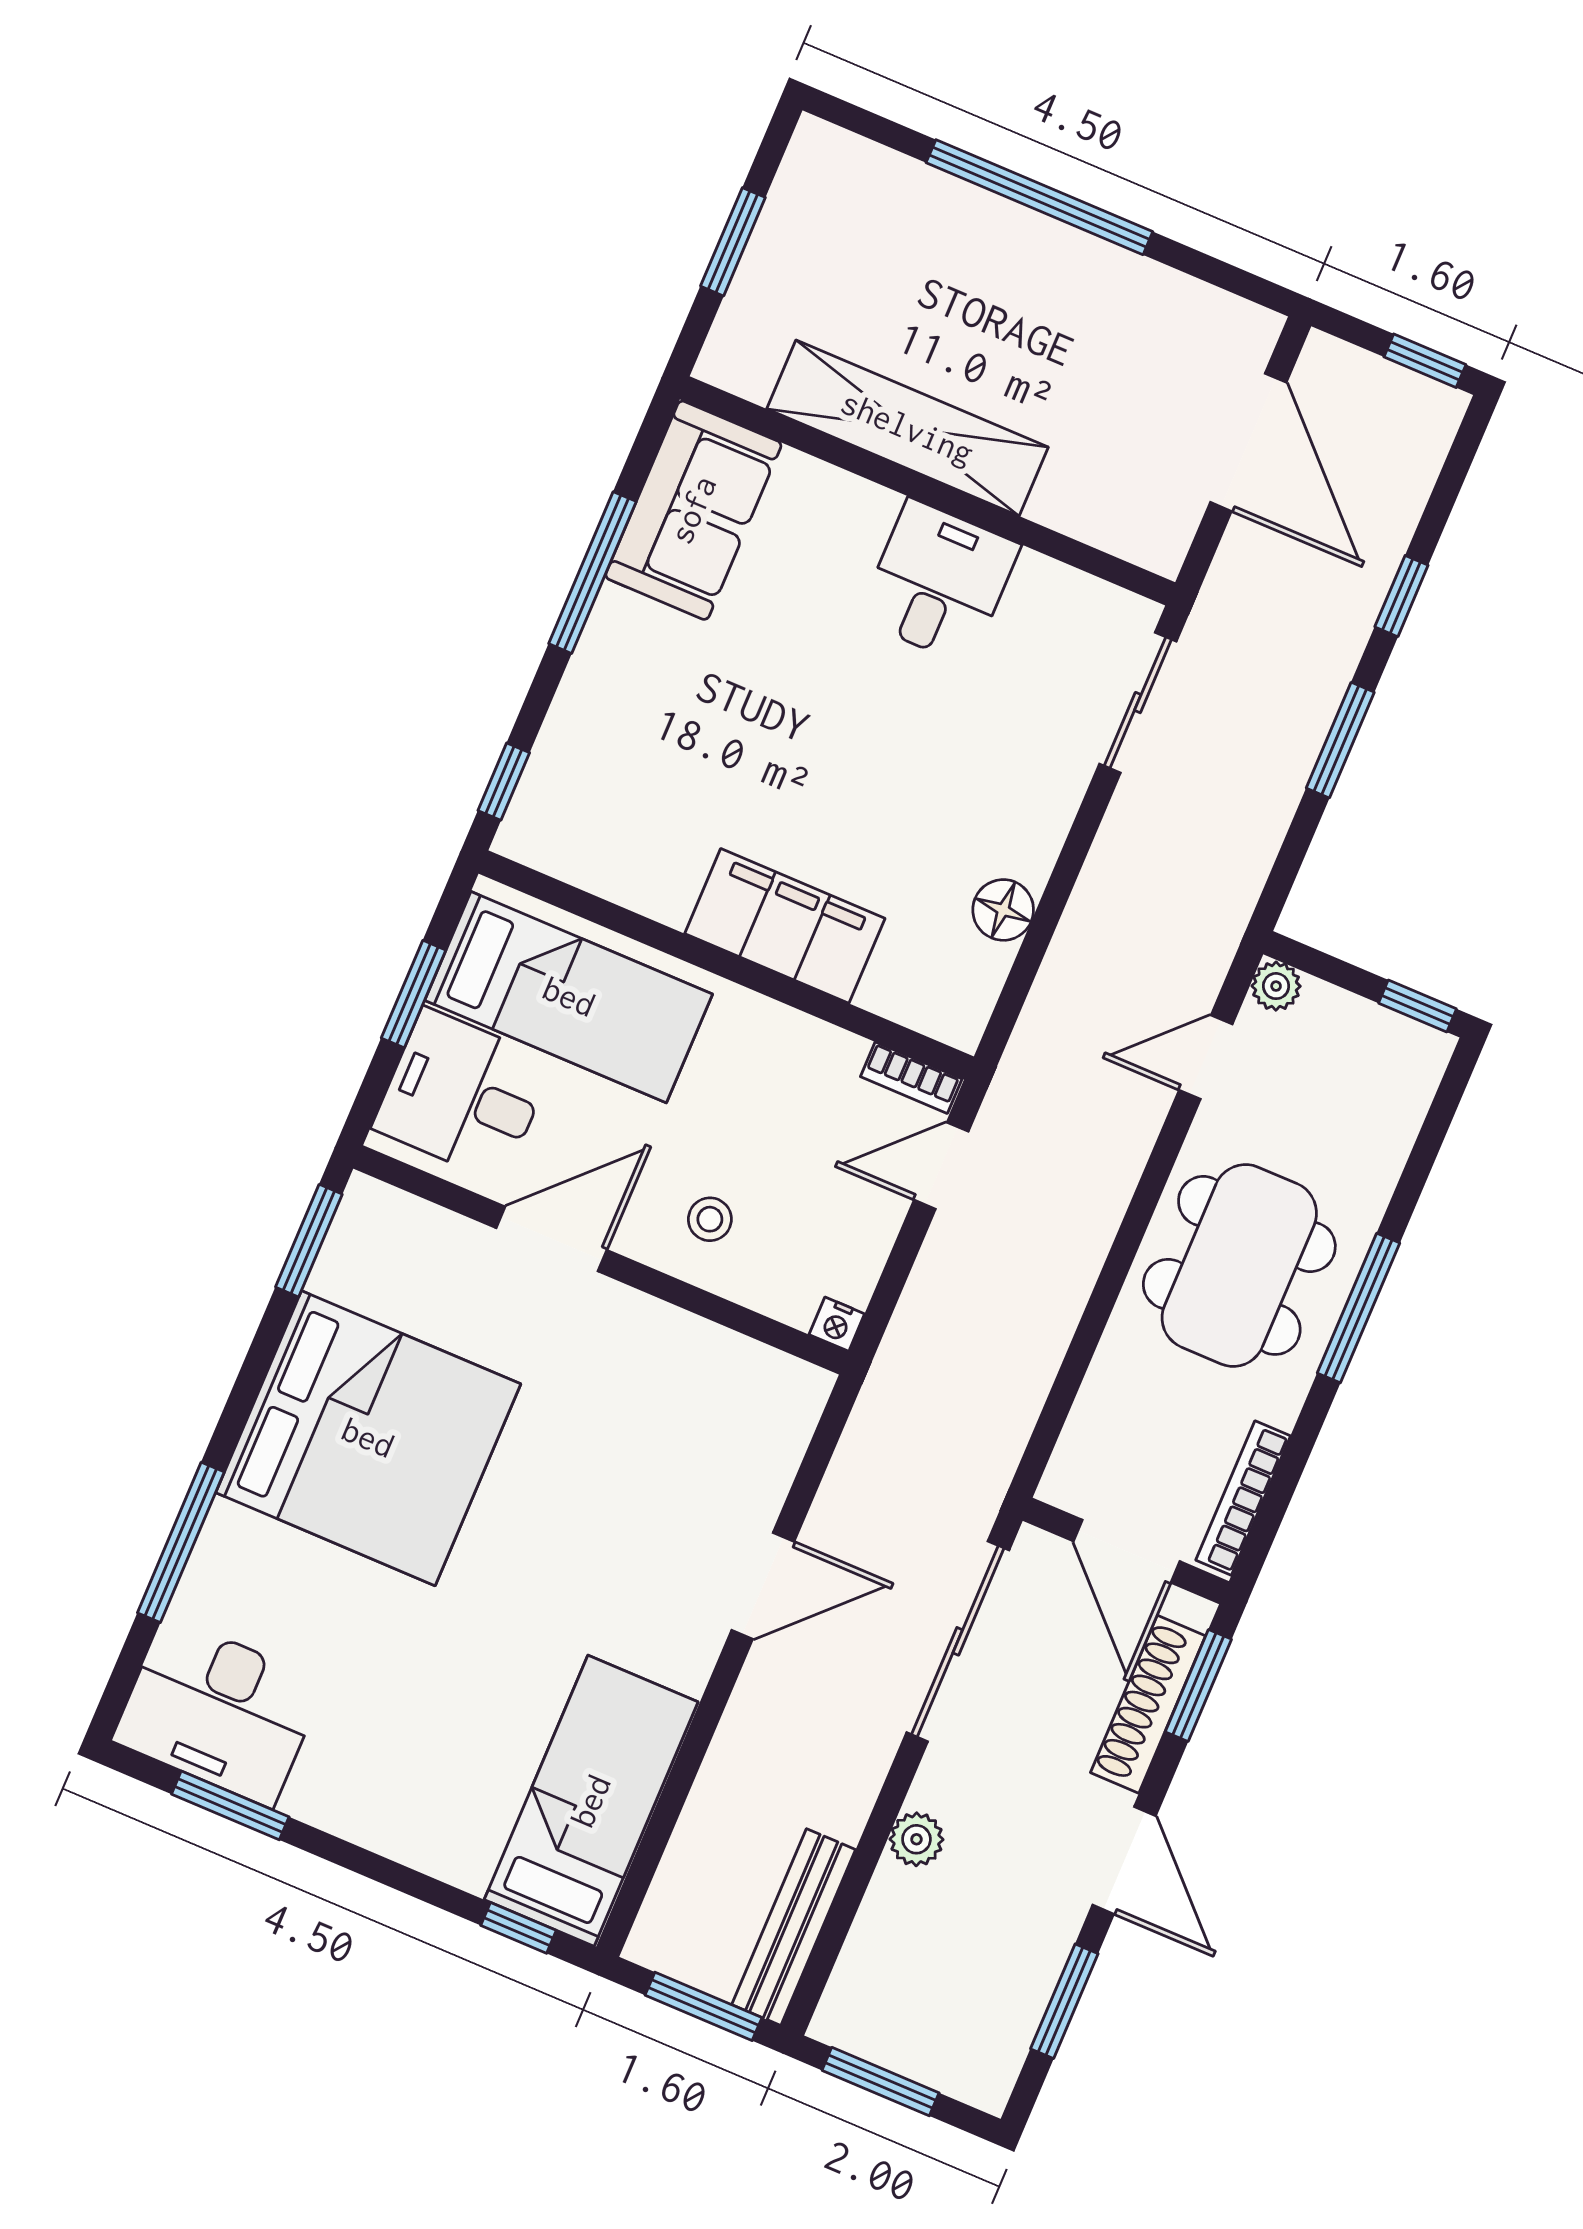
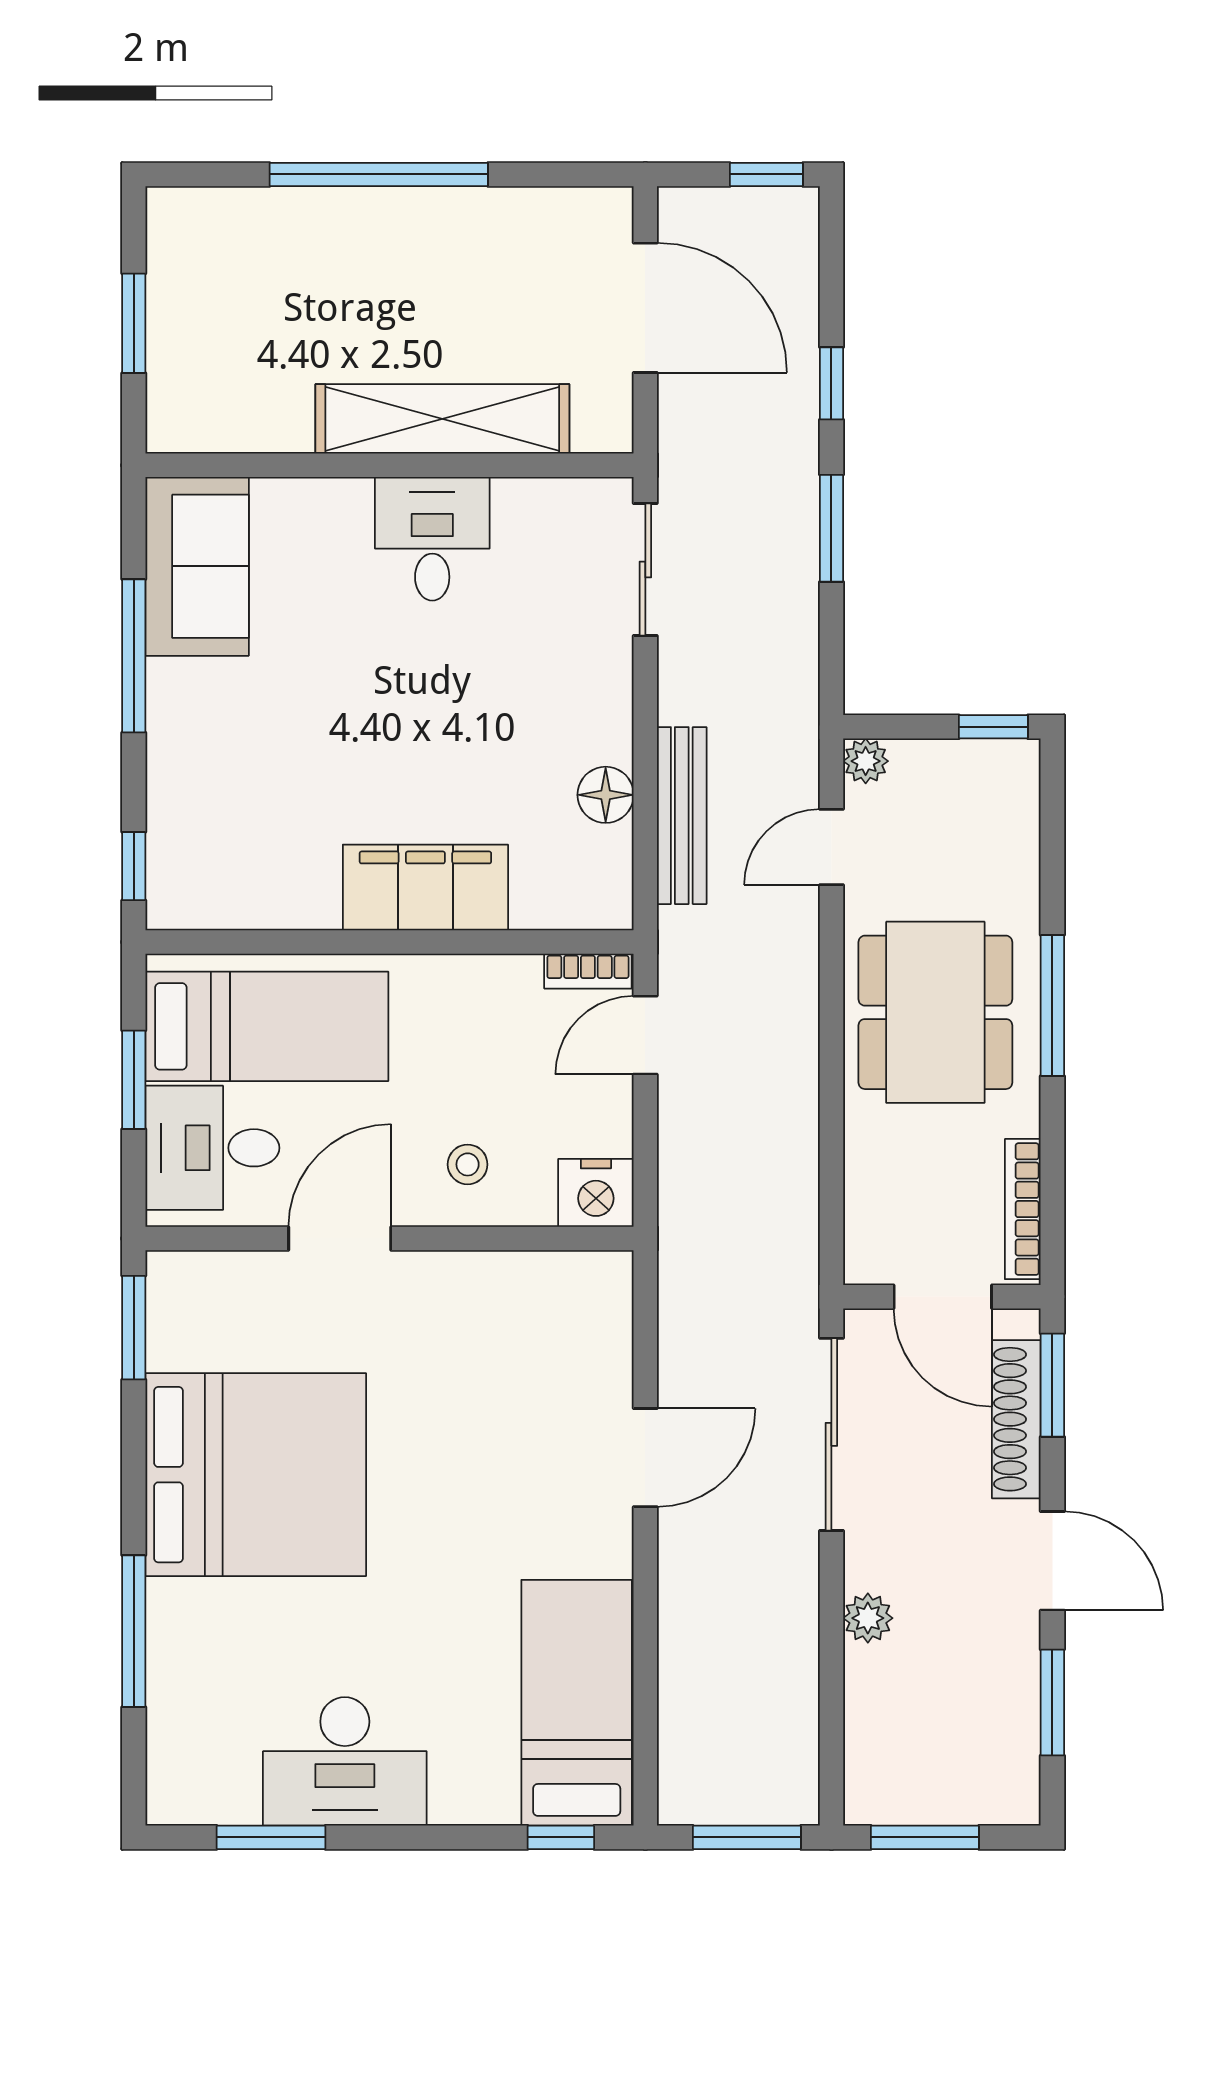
shelving: (907, 428) -> (442, 419), moved
nightstand: (837, 1324) -> (596, 1193), width x1.89, depth x1.79
desk: (219, 1711) -> (345, 1761), moved
bench: (794, 1927) -> (682, 816), moved

